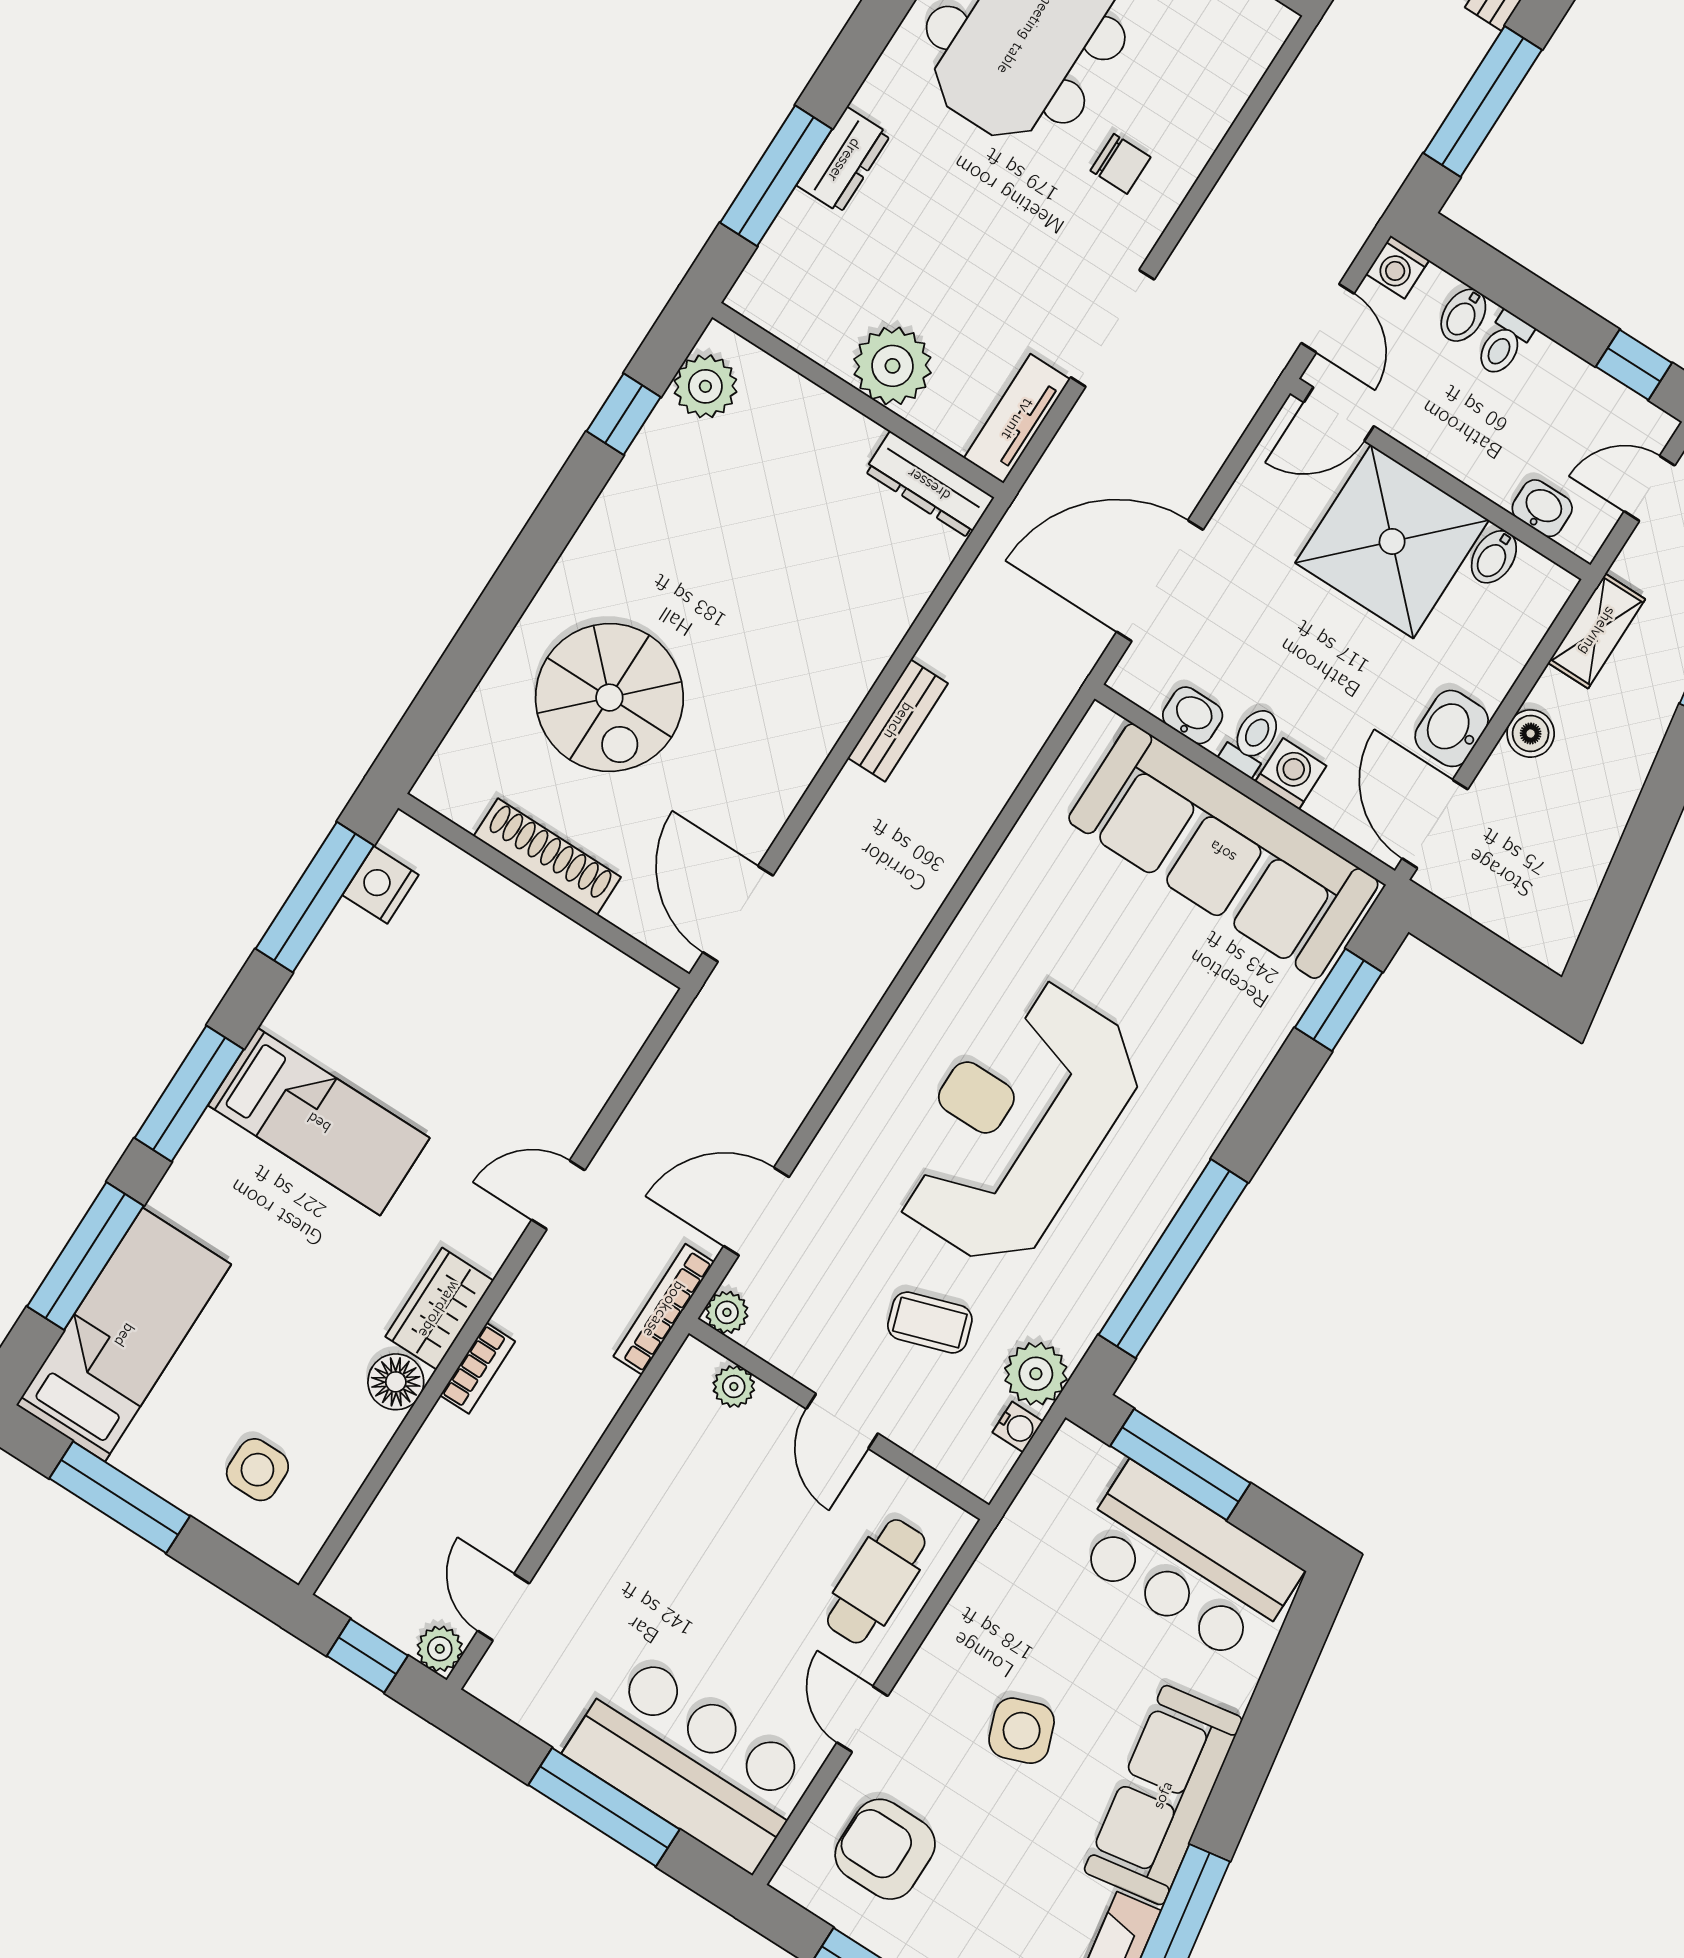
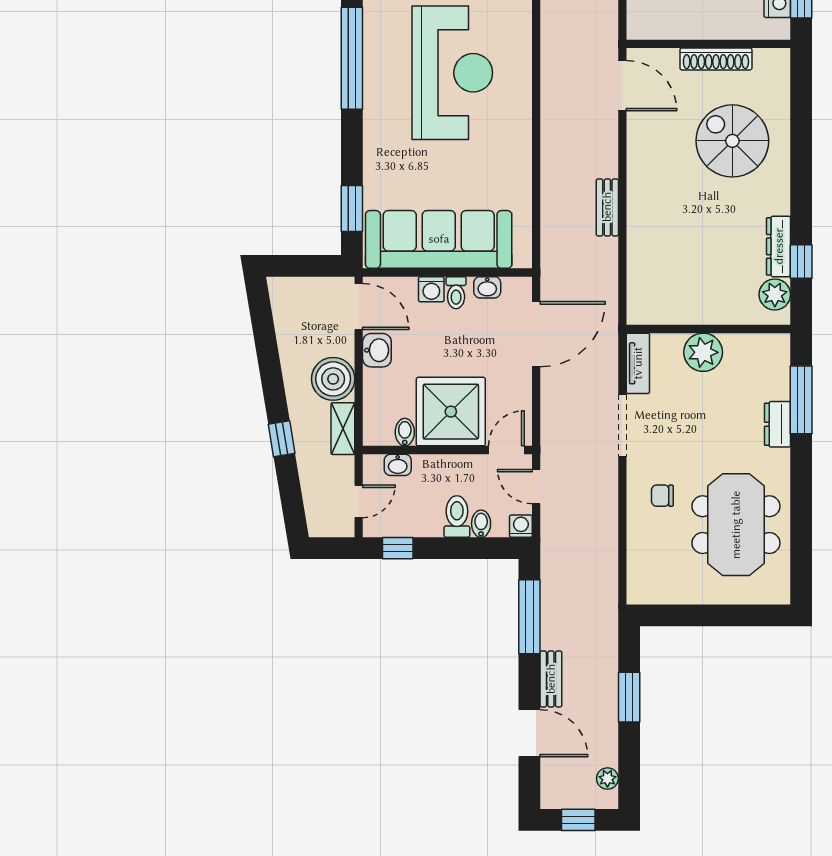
toilet: (1504, 344) -> (457, 517), width x1.37, depth x1.39
dresser: (929, 484) -> (779, 246), moved, turned -90
boiler: (1531, 734) -> (333, 379), width x1.86, depth x1.86

